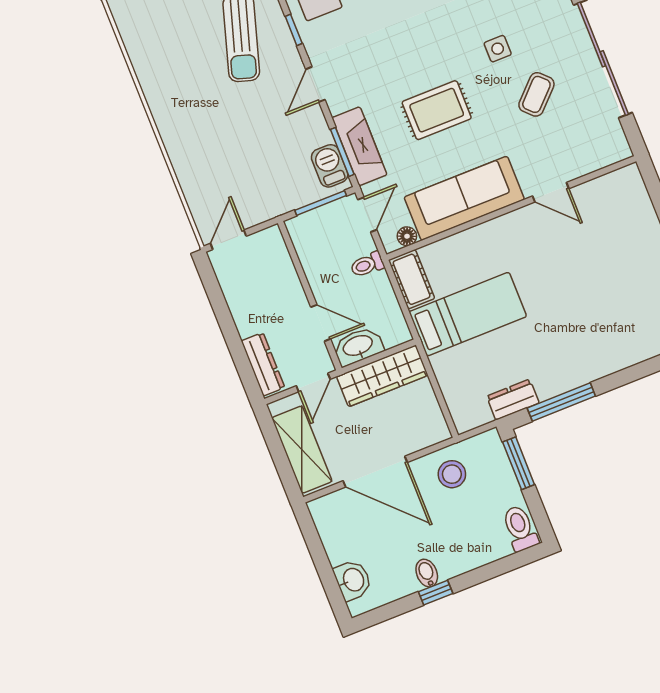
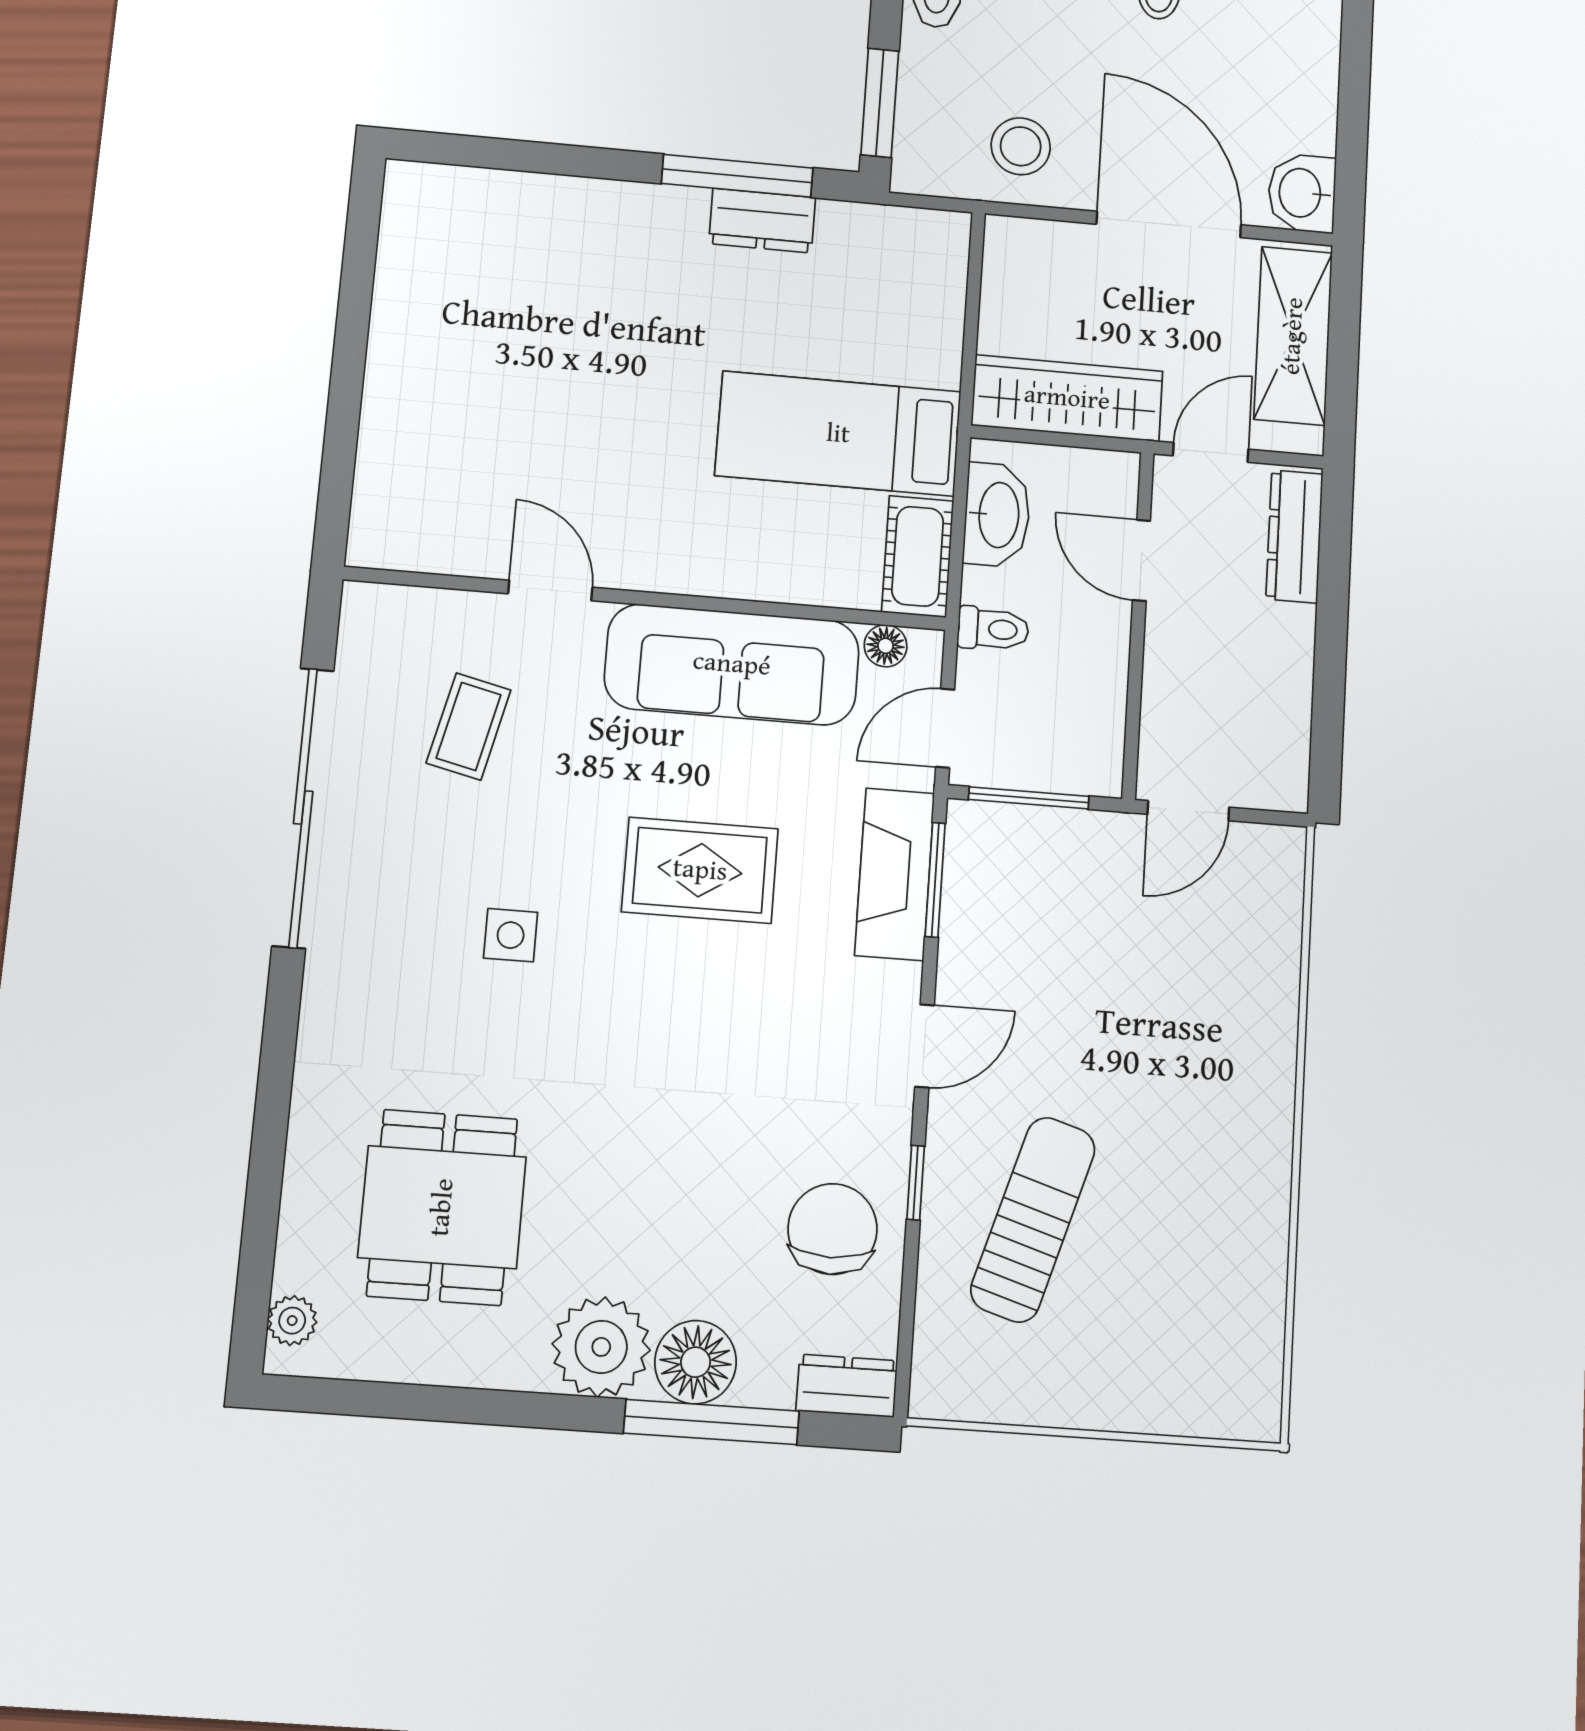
coffee table: (536, 94) -> (469, 726), moved, turned -32
barbecue: (330, 166) -> (975, 864), removed
door: (228, 240) -> (1188, 811), moved
washbasin: (358, 346) -> (997, 515), moved, turned -90
dresser: (513, 400) -> (762, 221), moved
washbasin: (353, 580) -> (1302, 193), moved

